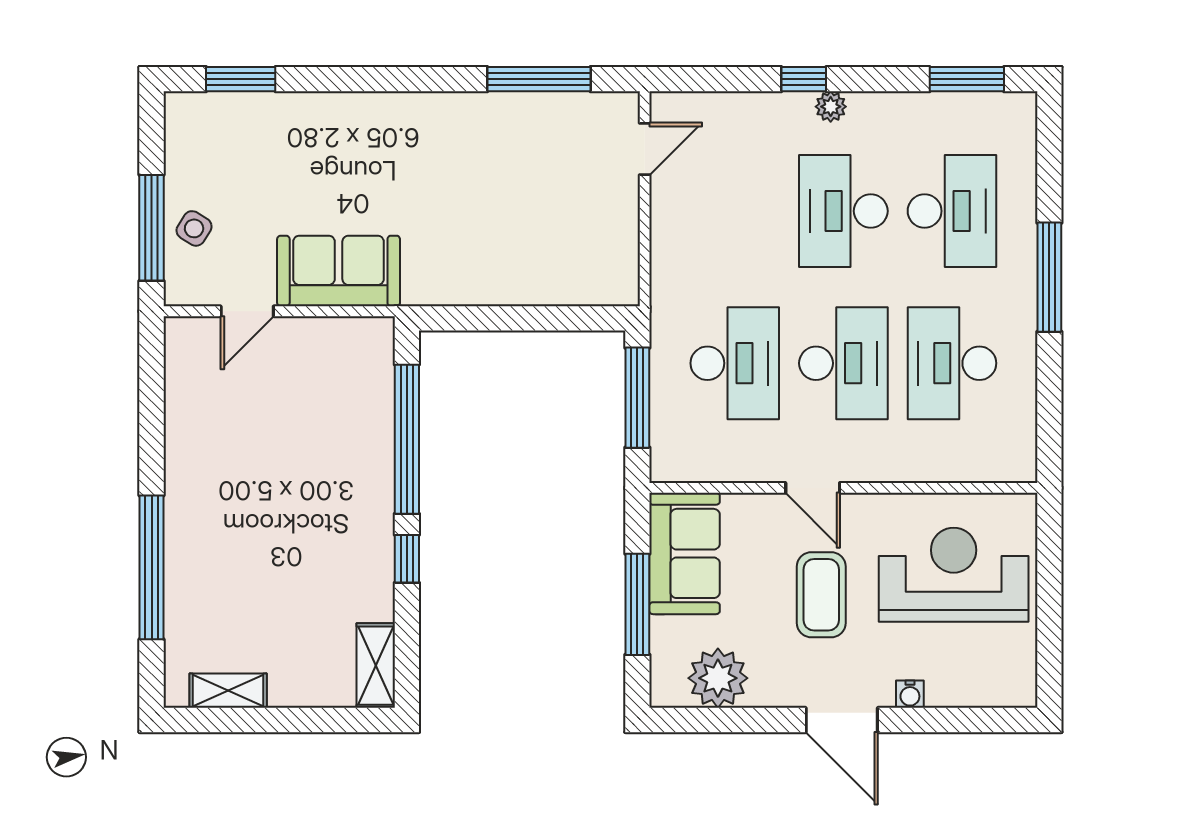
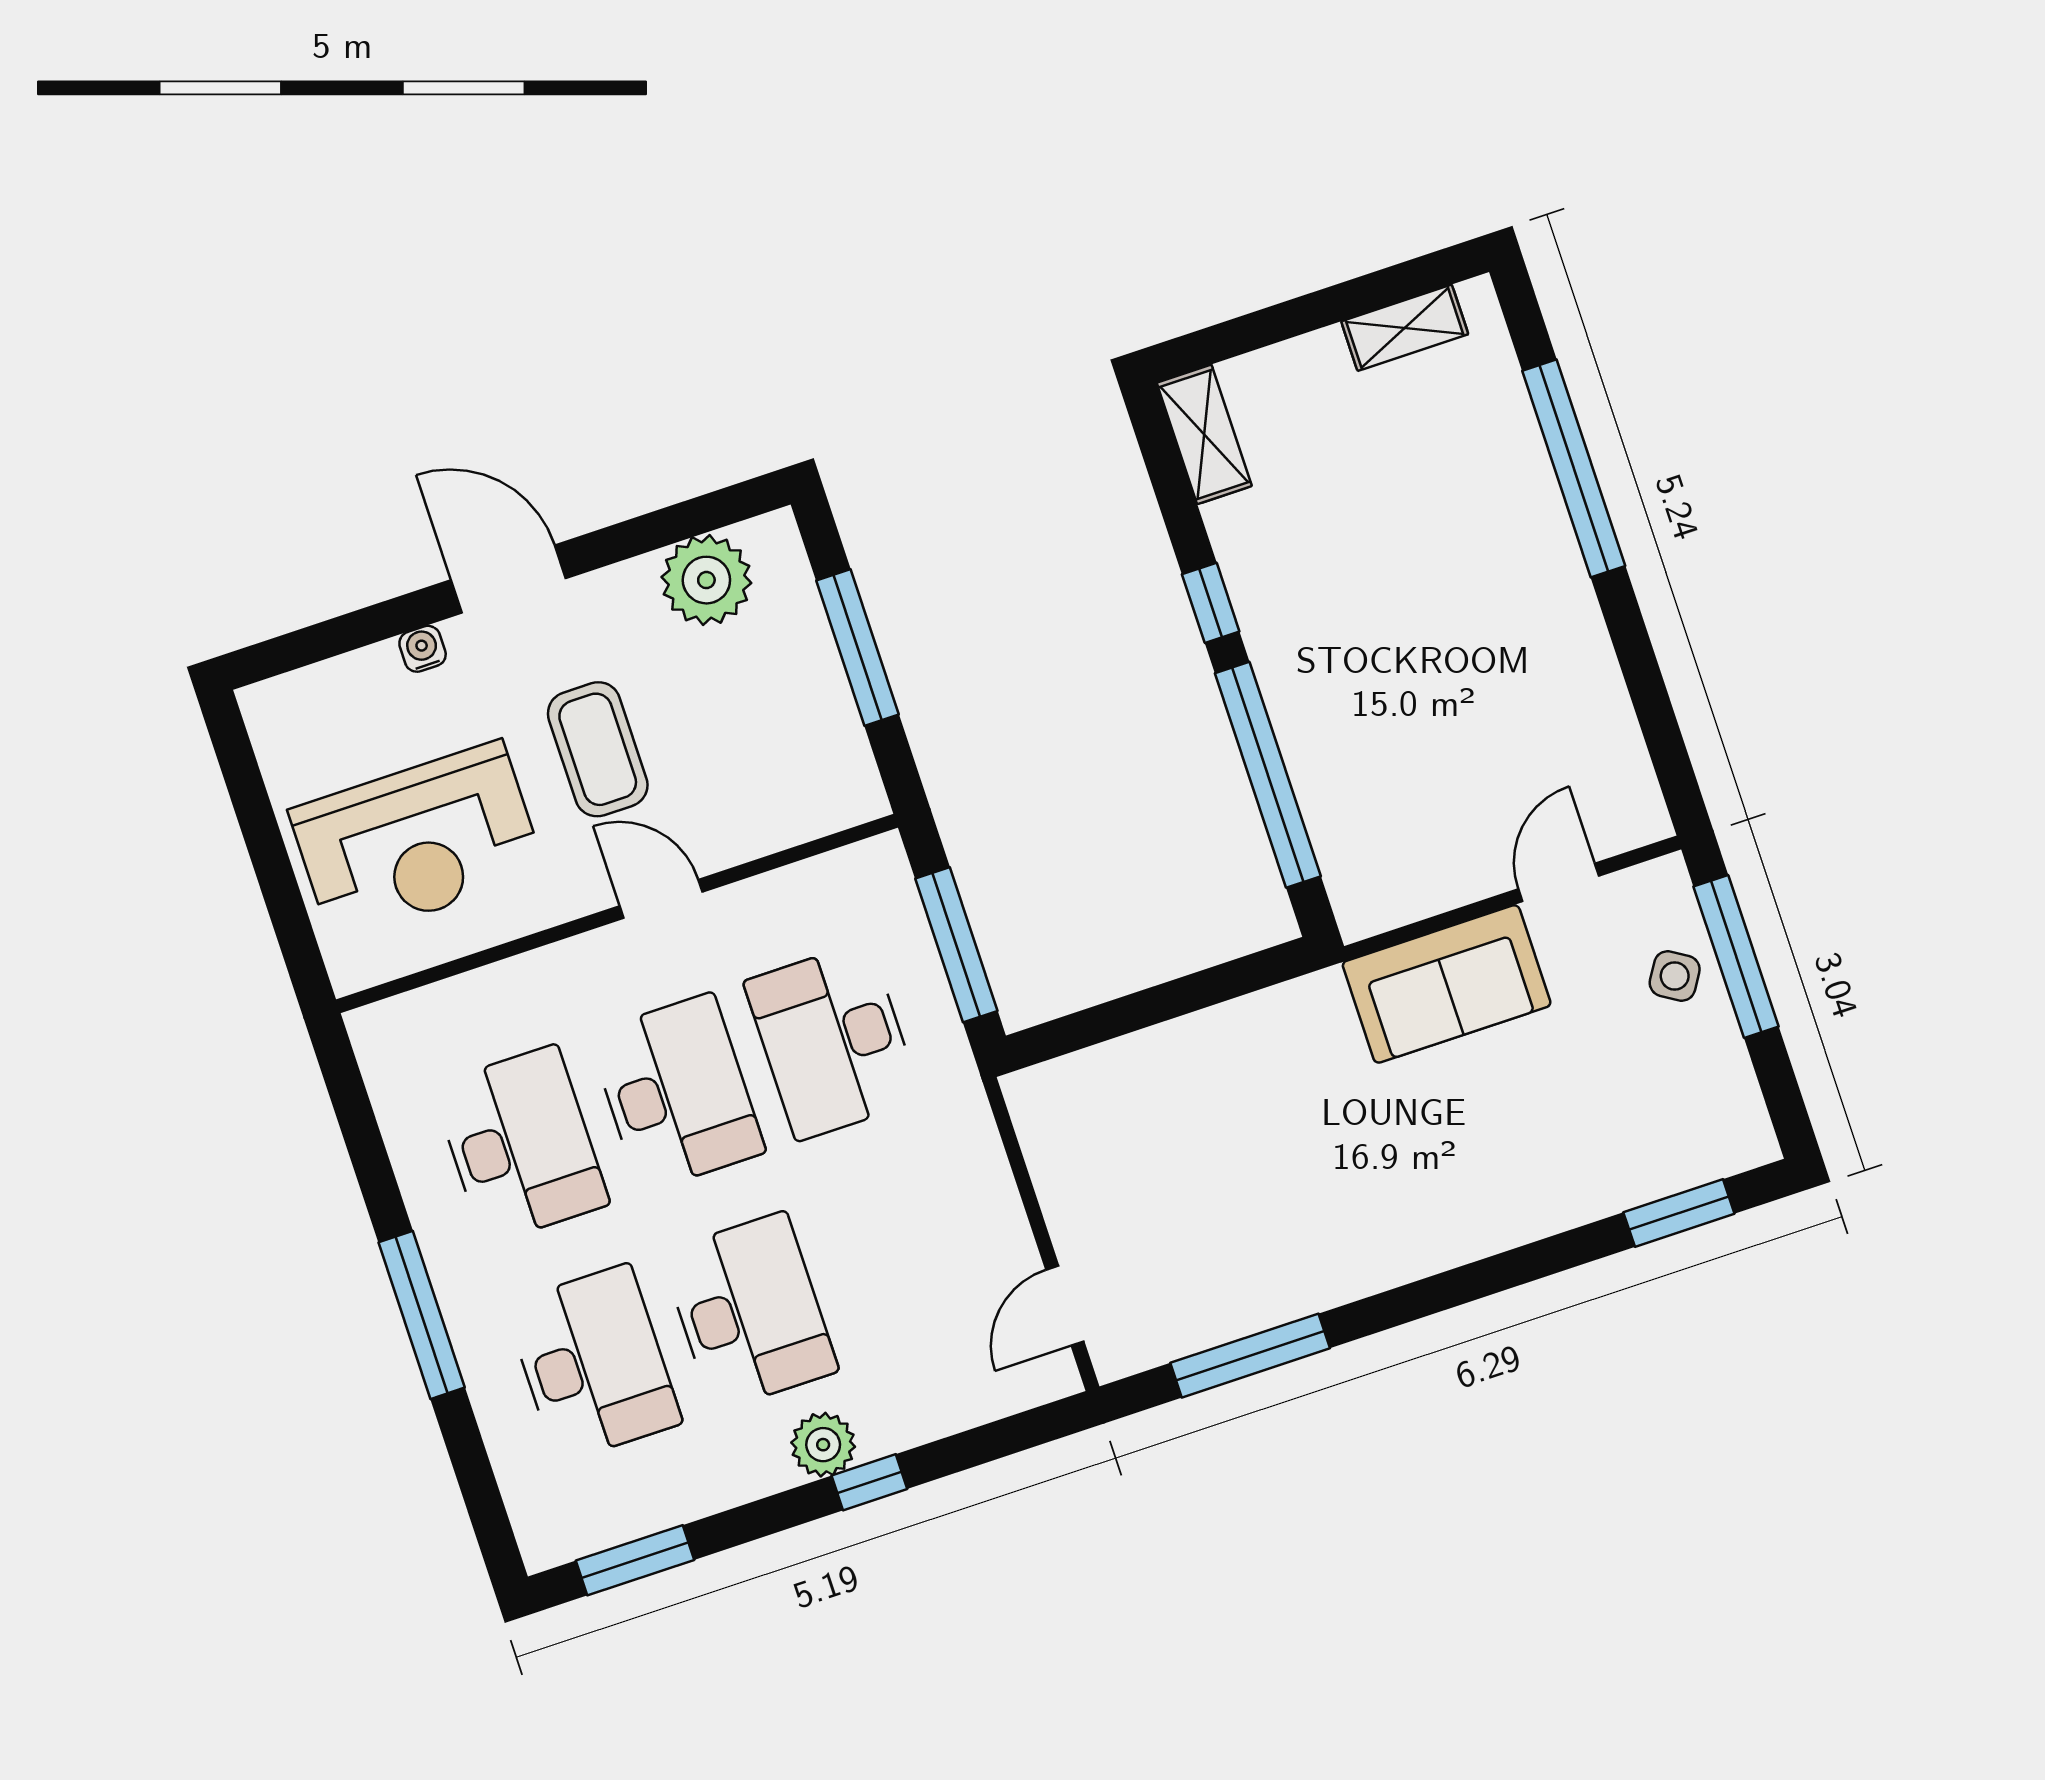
plant: (831, 107) -> (823, 1445), width x1.38, depth x1.38
desk: (952, 211) -> (593, 1364), turned 180
desk: (843, 363) -> (677, 1093), turned 180
sofa: (685, 553) -> (814, 743), removed

